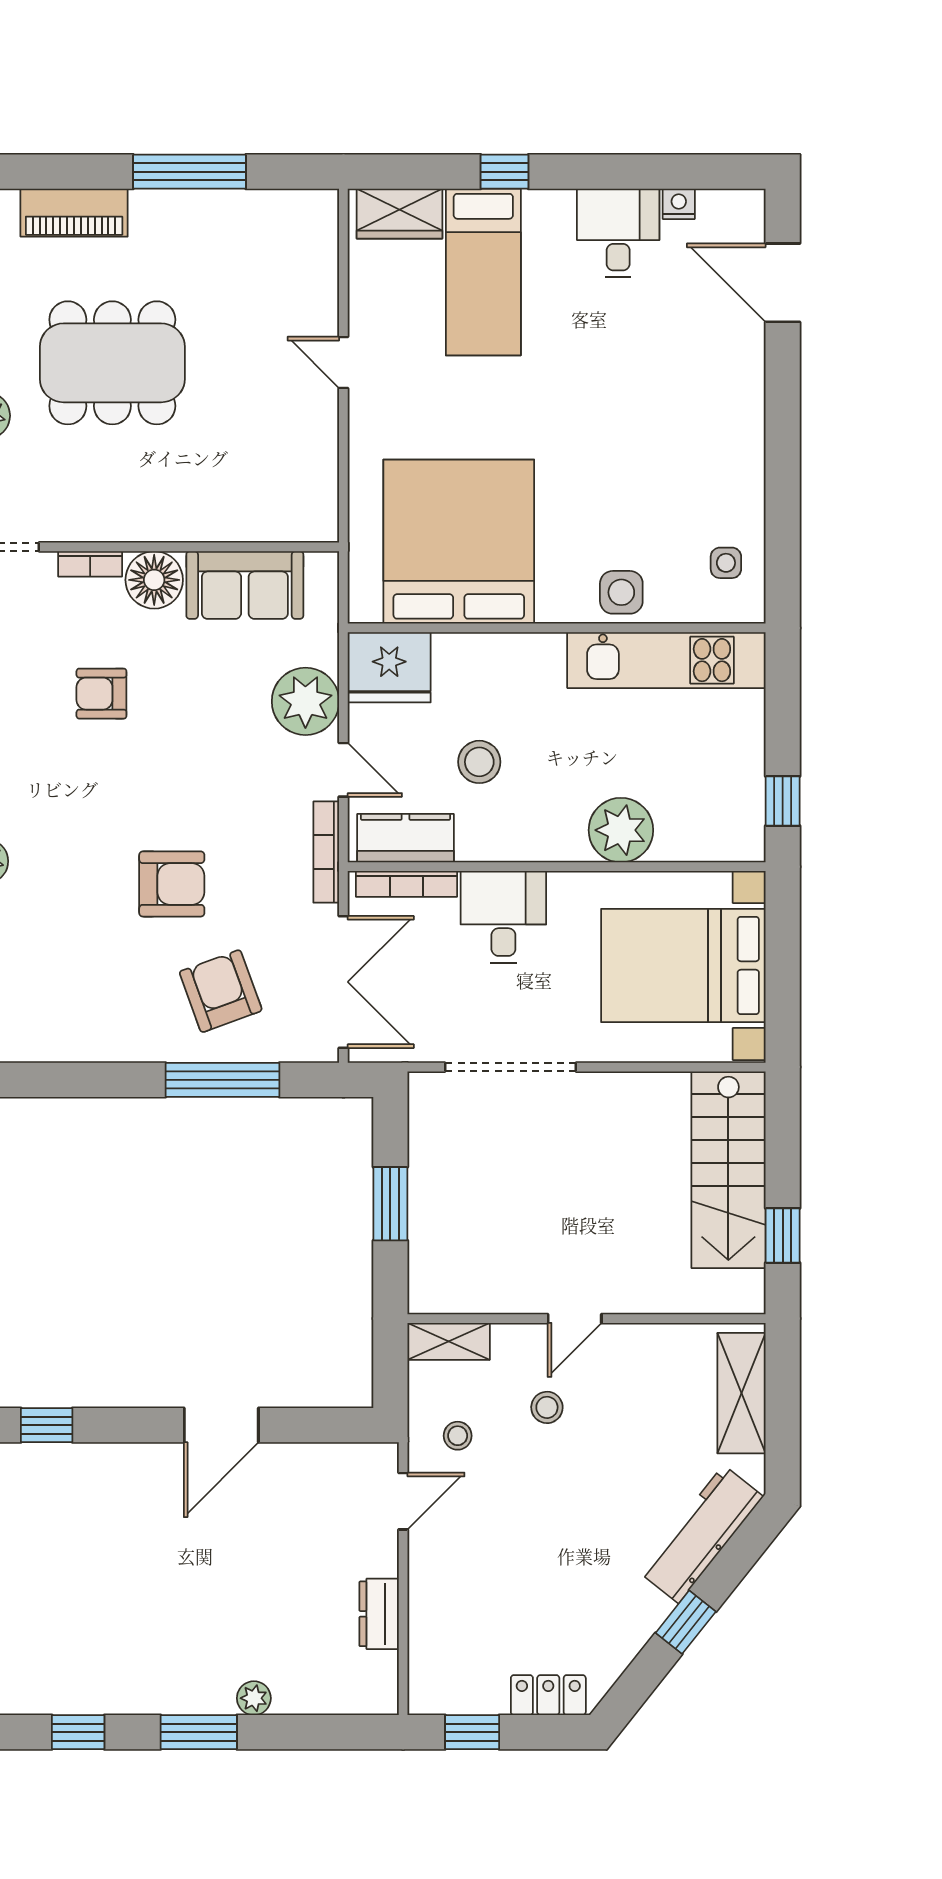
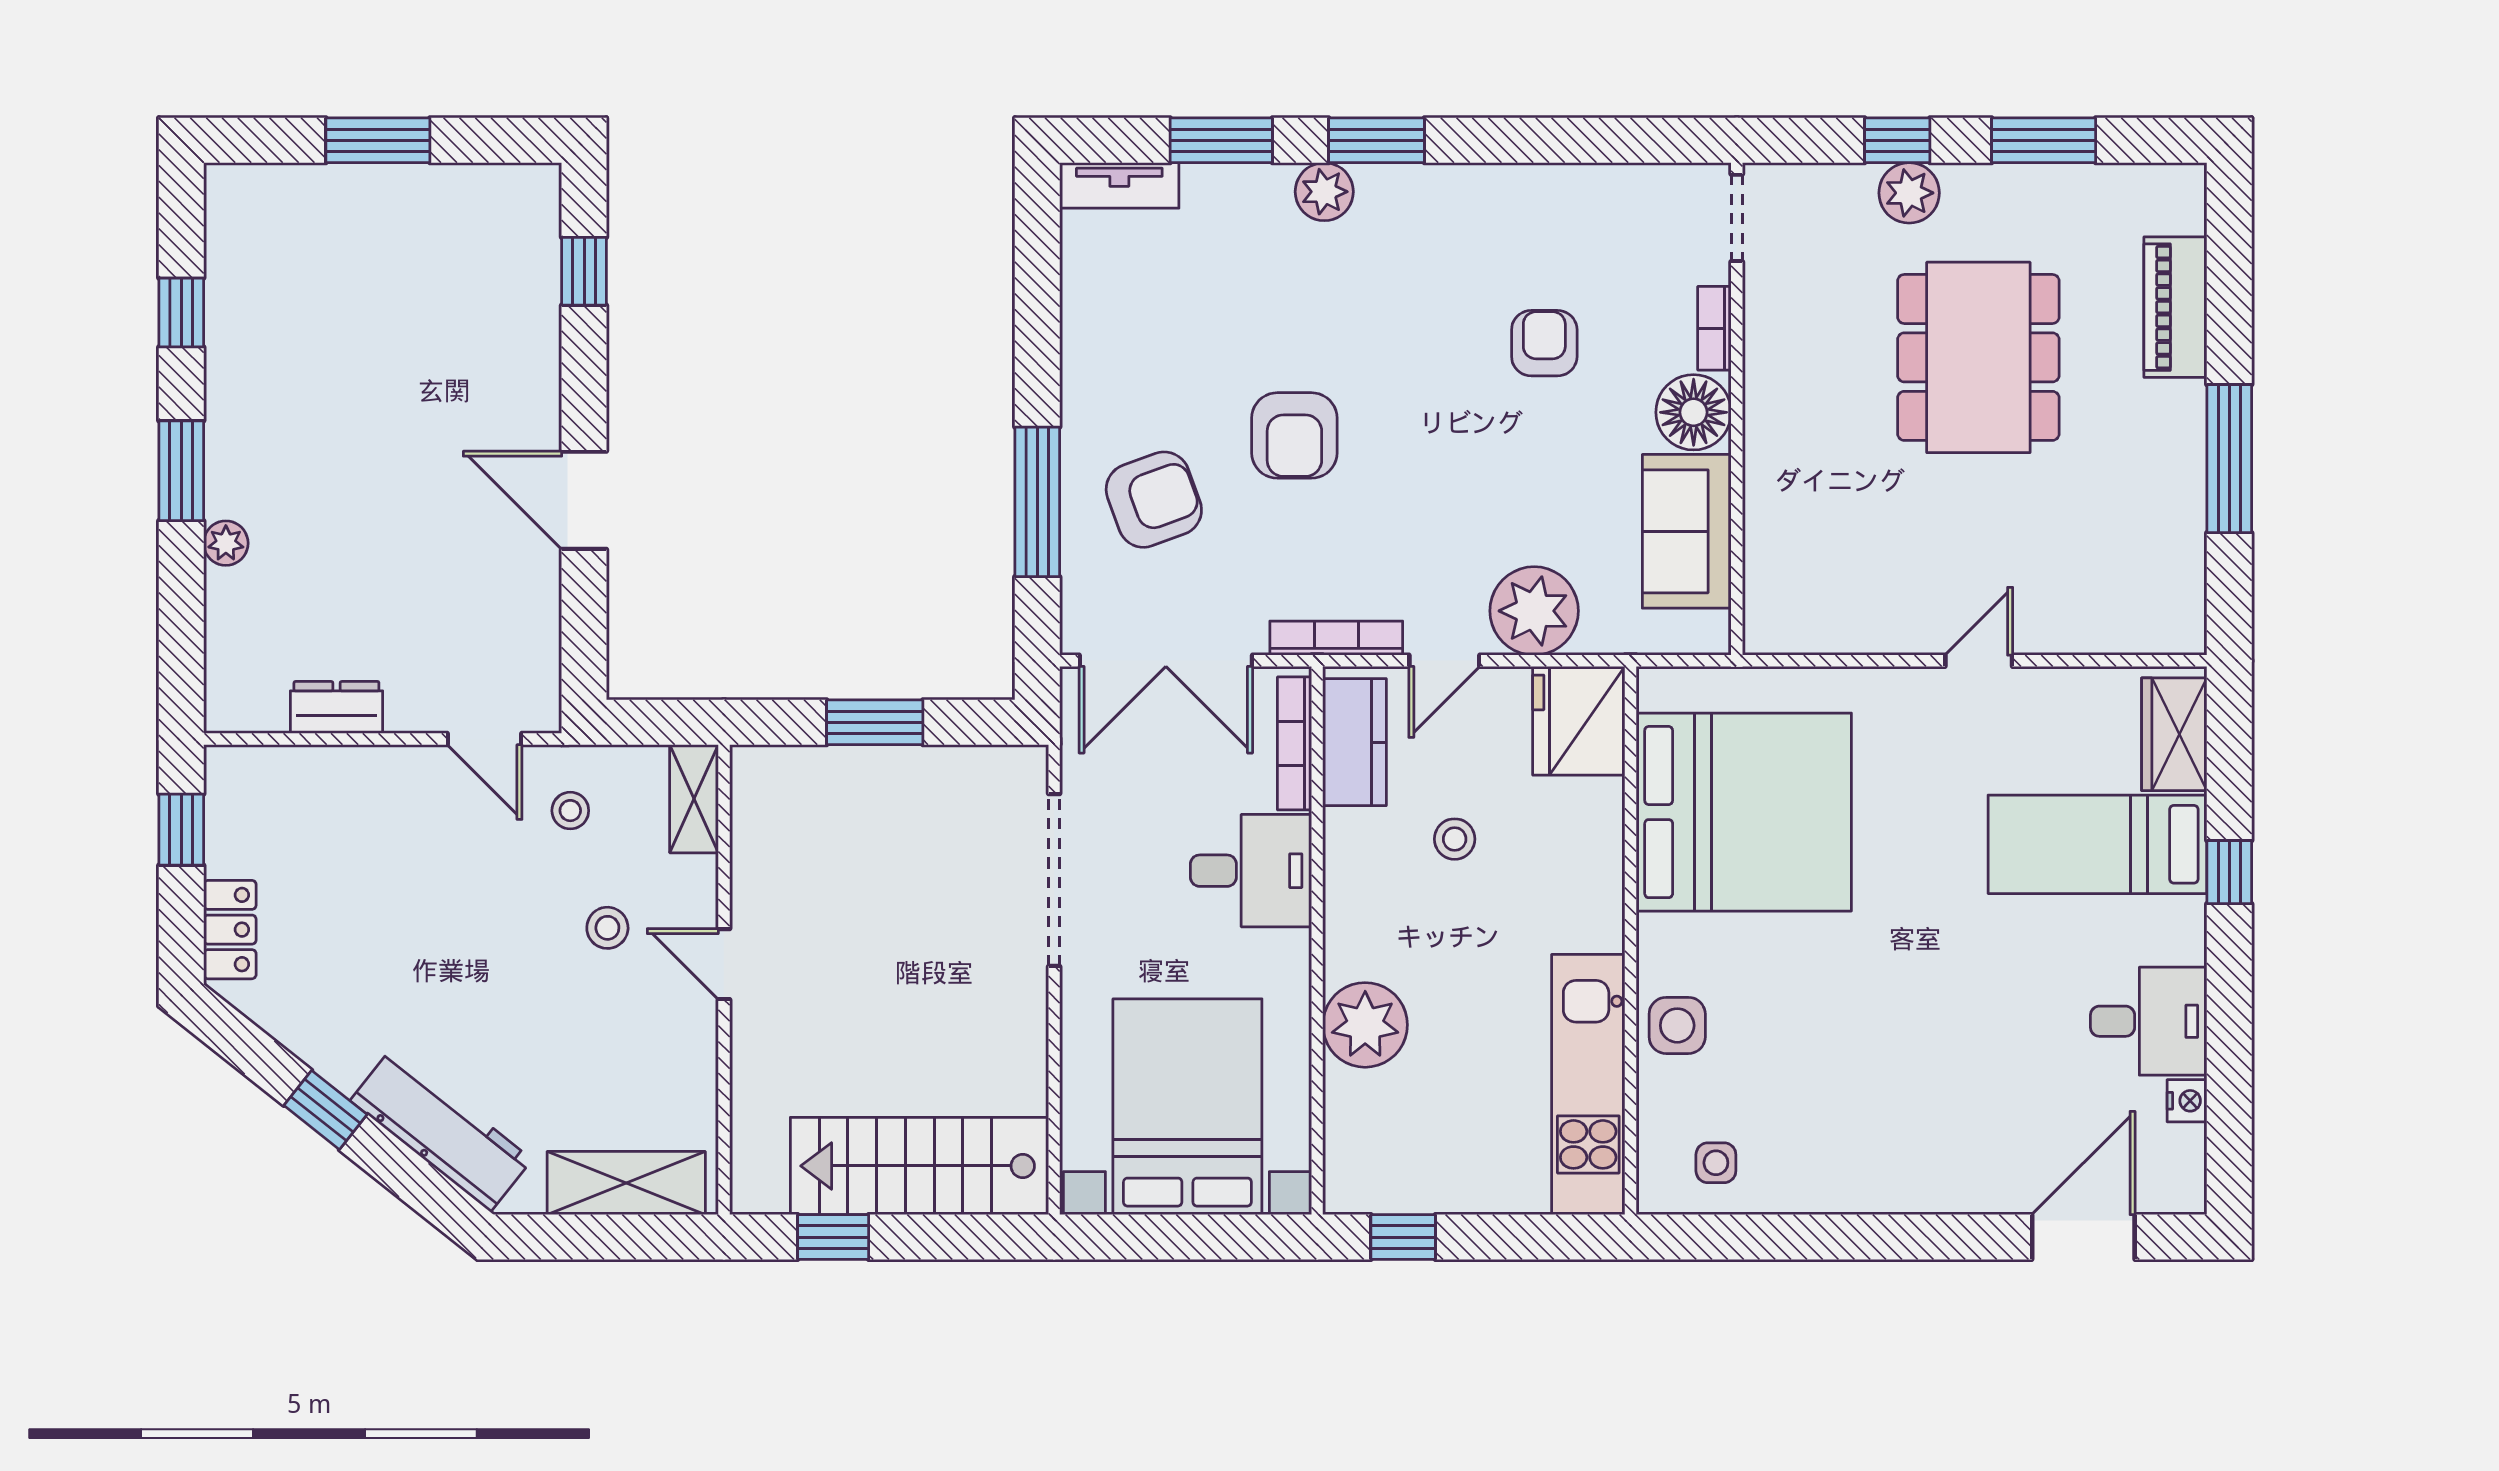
stool: (479, 762) -> (1455, 839), width x0.73, depth x0.73

